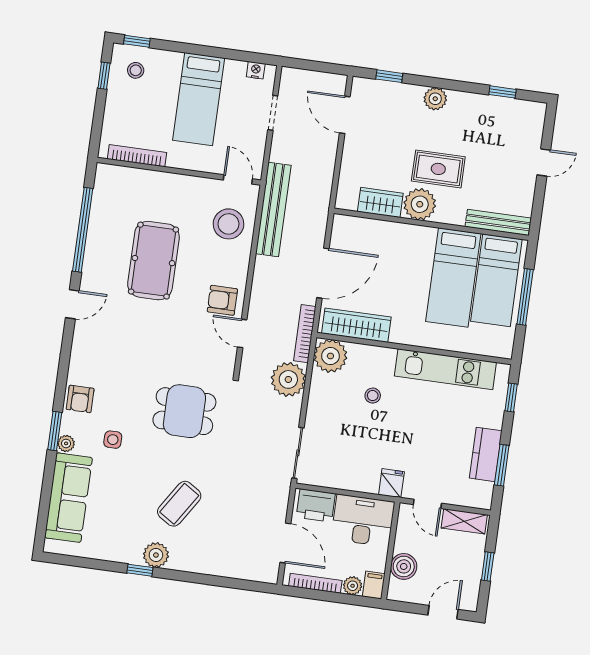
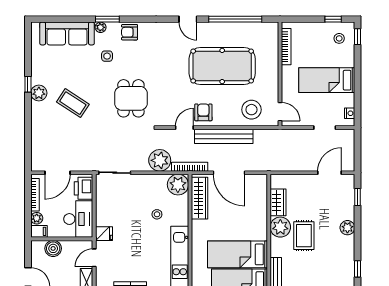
door: (238, 179) -> (280, 112), hinge flipped
bench: (273, 209) -> (224, 136), moved
pool table: (153, 261) -> (222, 66), width x1.36, depth x1.32

